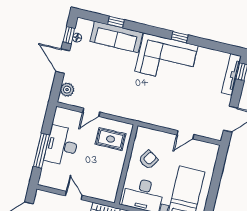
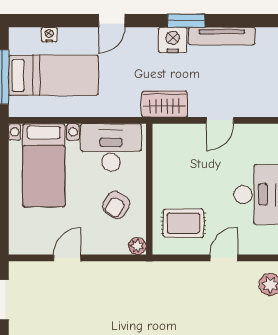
plant: (141, 132) -> (137, 246), added
door: (74, 196) -> (220, 120), hinge flipped

